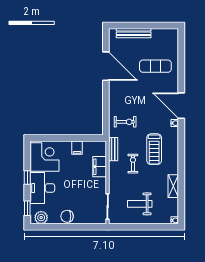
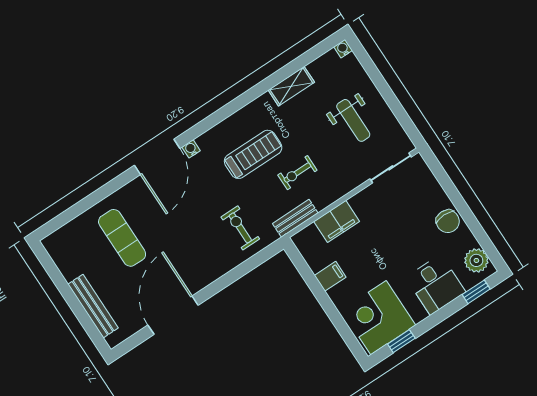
window: (27, 177) -> (401, 341), moved
desk: (42, 188) -> (436, 285), width x0.73

